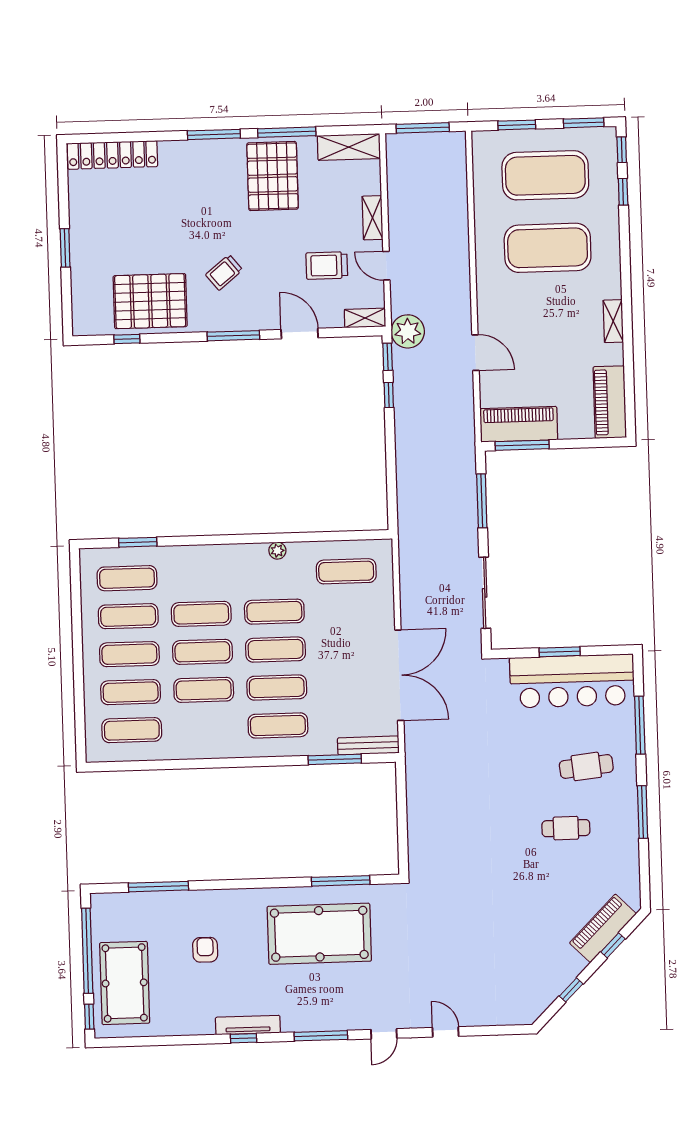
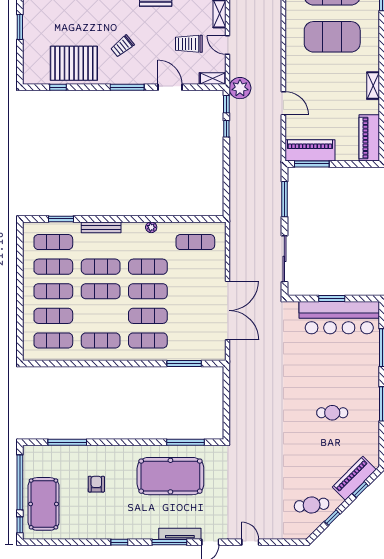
exercise mat: (204, 690) -> (101, 340), moved
bench: (368, 745) -> (101, 227), moved
cafe table: (586, 766) -> (312, 505), moved
tv unit: (248, 1025) -> (180, 534), moved

